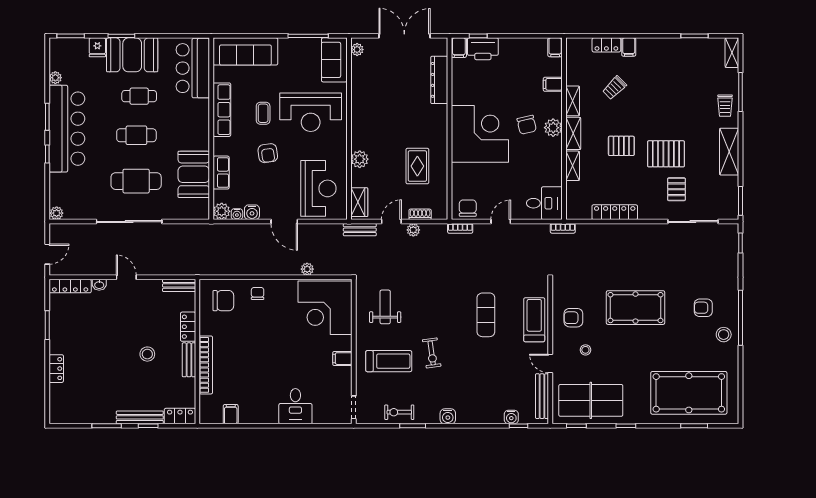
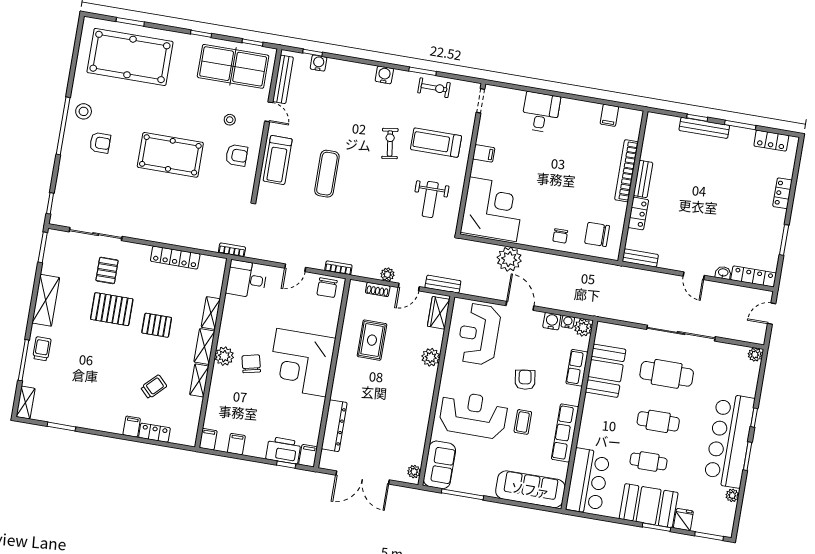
filing cabinet: (553, 84) -> (236, 444), moved, turned -90
plant: (307, 269) -> (509, 259), width x1.88, depth x1.88
stool: (147, 354) -> (685, 192), removed
locker: (180, 416) -> (771, 141), moved

